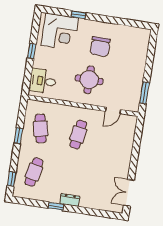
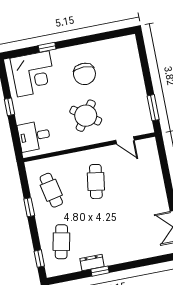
round table: (89, 80) -> (86, 116), turned 35
door: (113, 110) -> (125, 140), hinge flipped
dresser: (70, 200) -> (92, 263), moved

